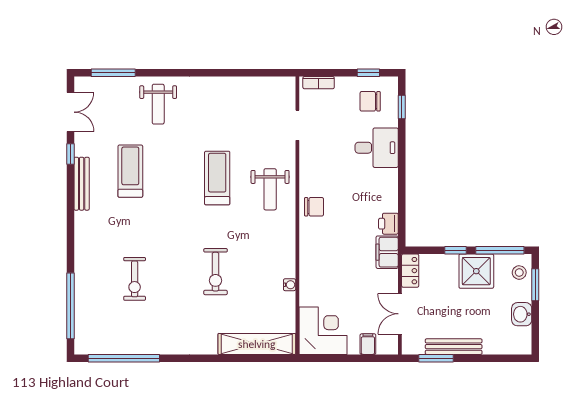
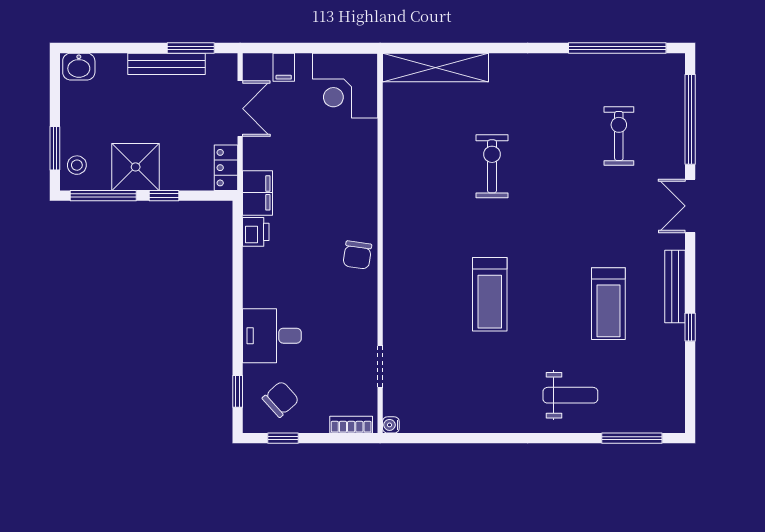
chair: (370, 101) -> (281, 399), turned -42
weight bench: (158, 104) -> (570, 395), turned 90
double door: (70, 112) -> (690, 206), moved
weight bench: (270, 189) -> (417, 279), removed
chair: (314, 207) -> (357, 255), turned -82
exercise bike: (135, 279) -> (619, 136), moved
water cooler: (290, 285) -> (391, 425), moved
washbasin: (522, 314) -> (79, 67), moved, turned 90

